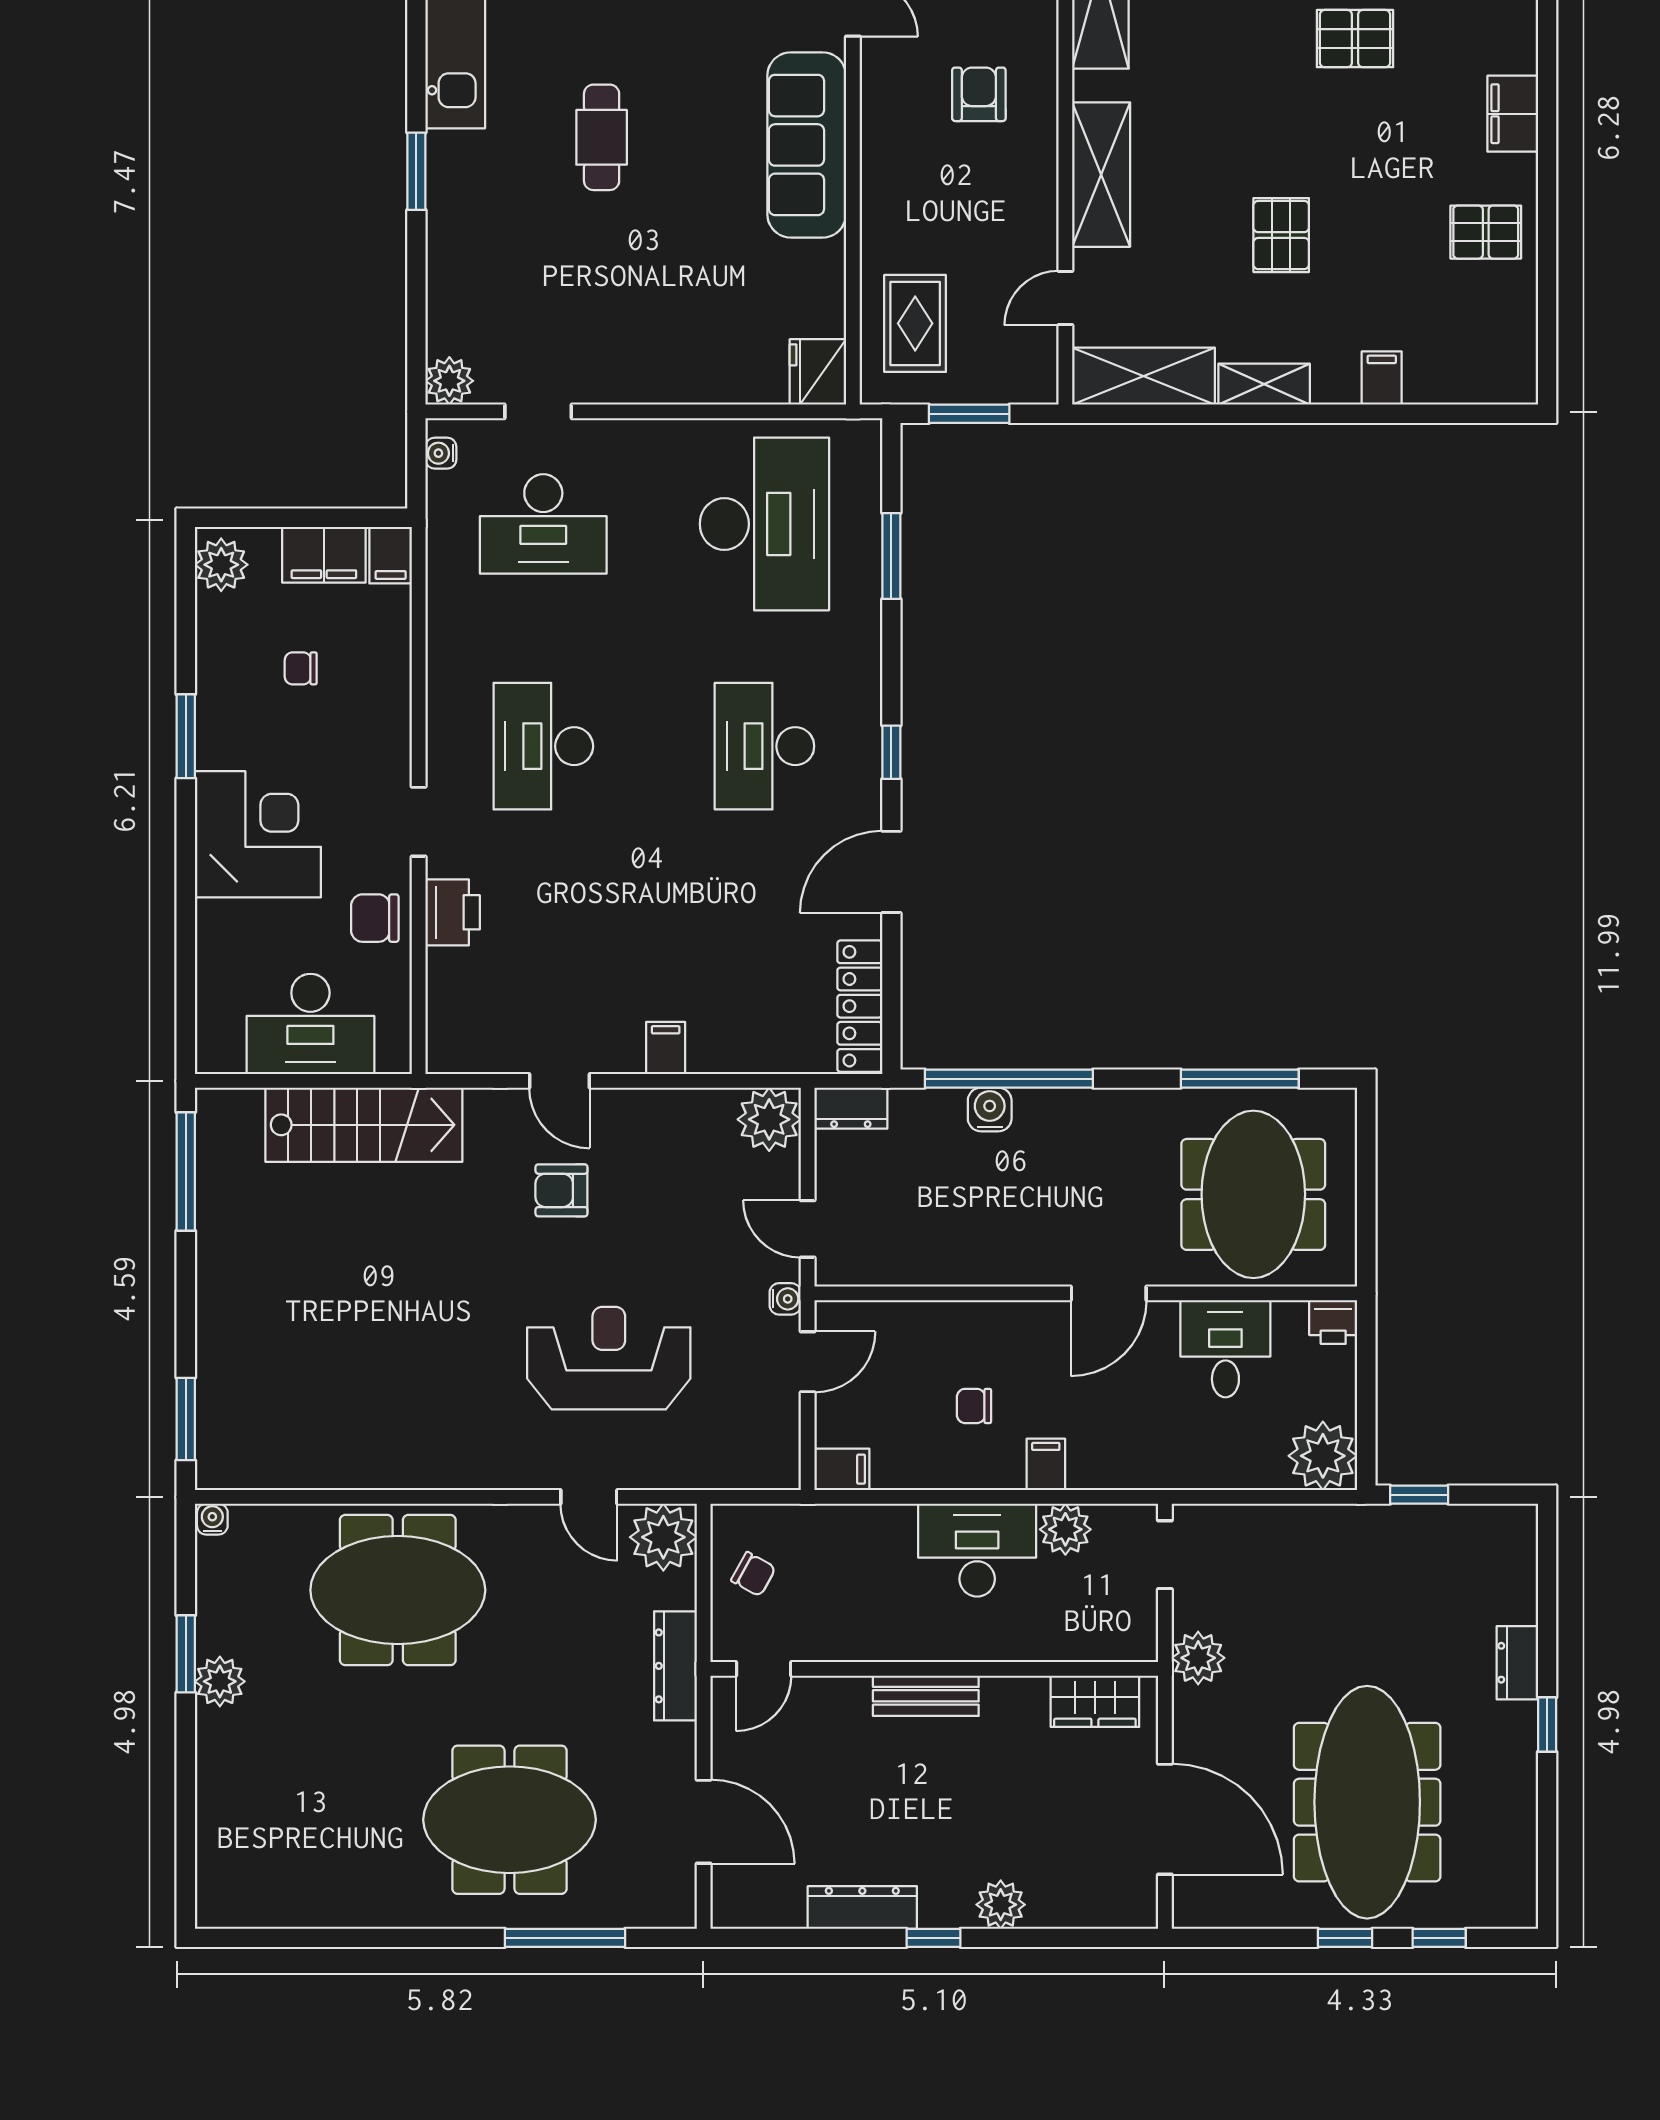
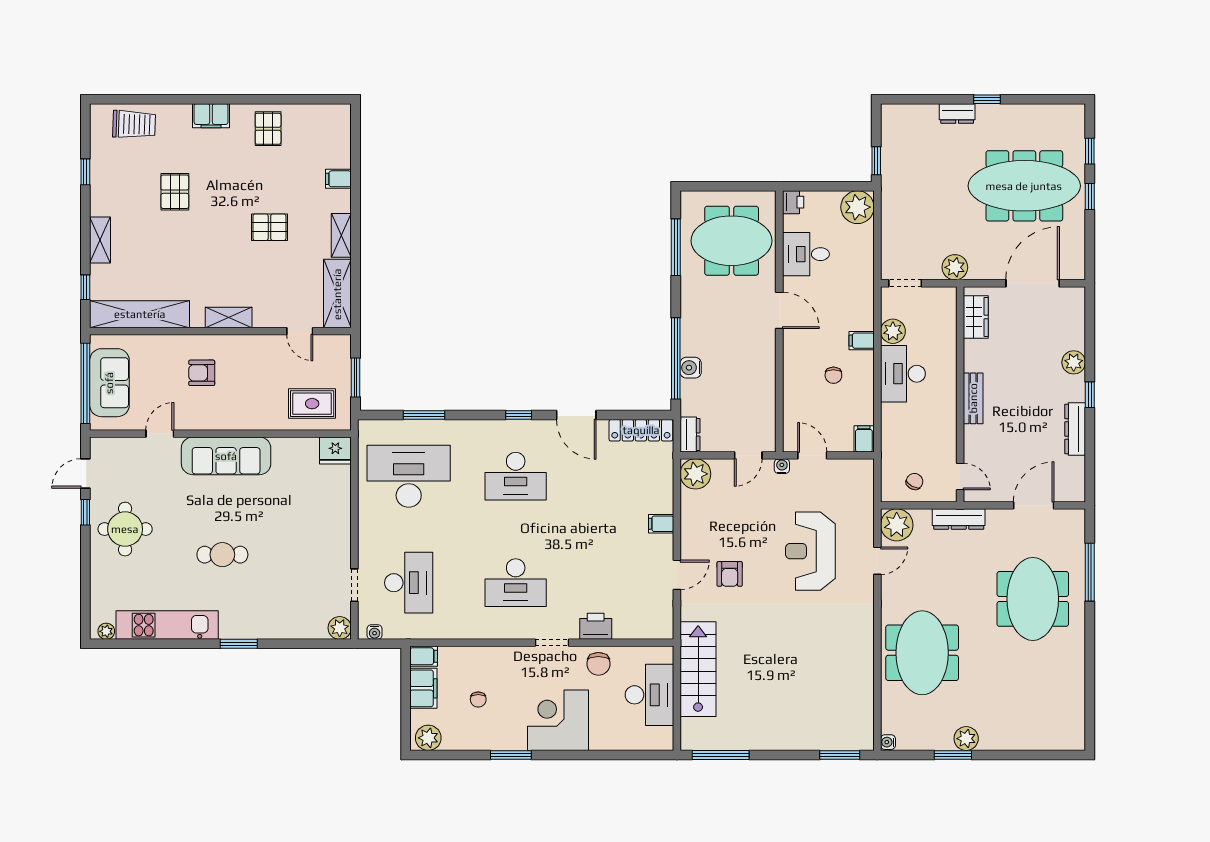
shelving: (1101, 175) -> (229, 317), width x0.67, depth x0.75

